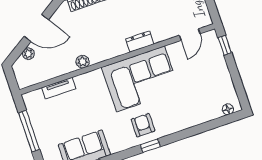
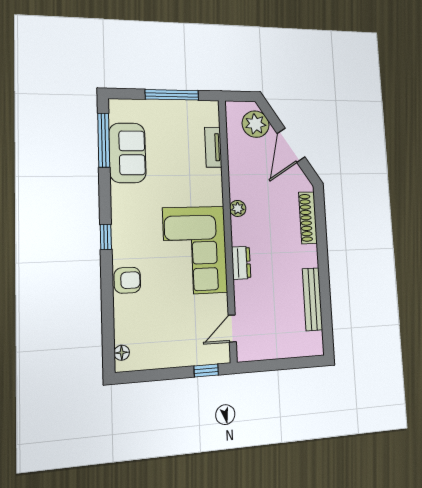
door: (190, 35) -> (232, 329), hinge flipped
plant: (28, 54) -> (256, 124), width x1.87, depth x1.87
plant: (83, 62) -> (238, 208), moved
armchair: (143, 125) -> (127, 280), moved

